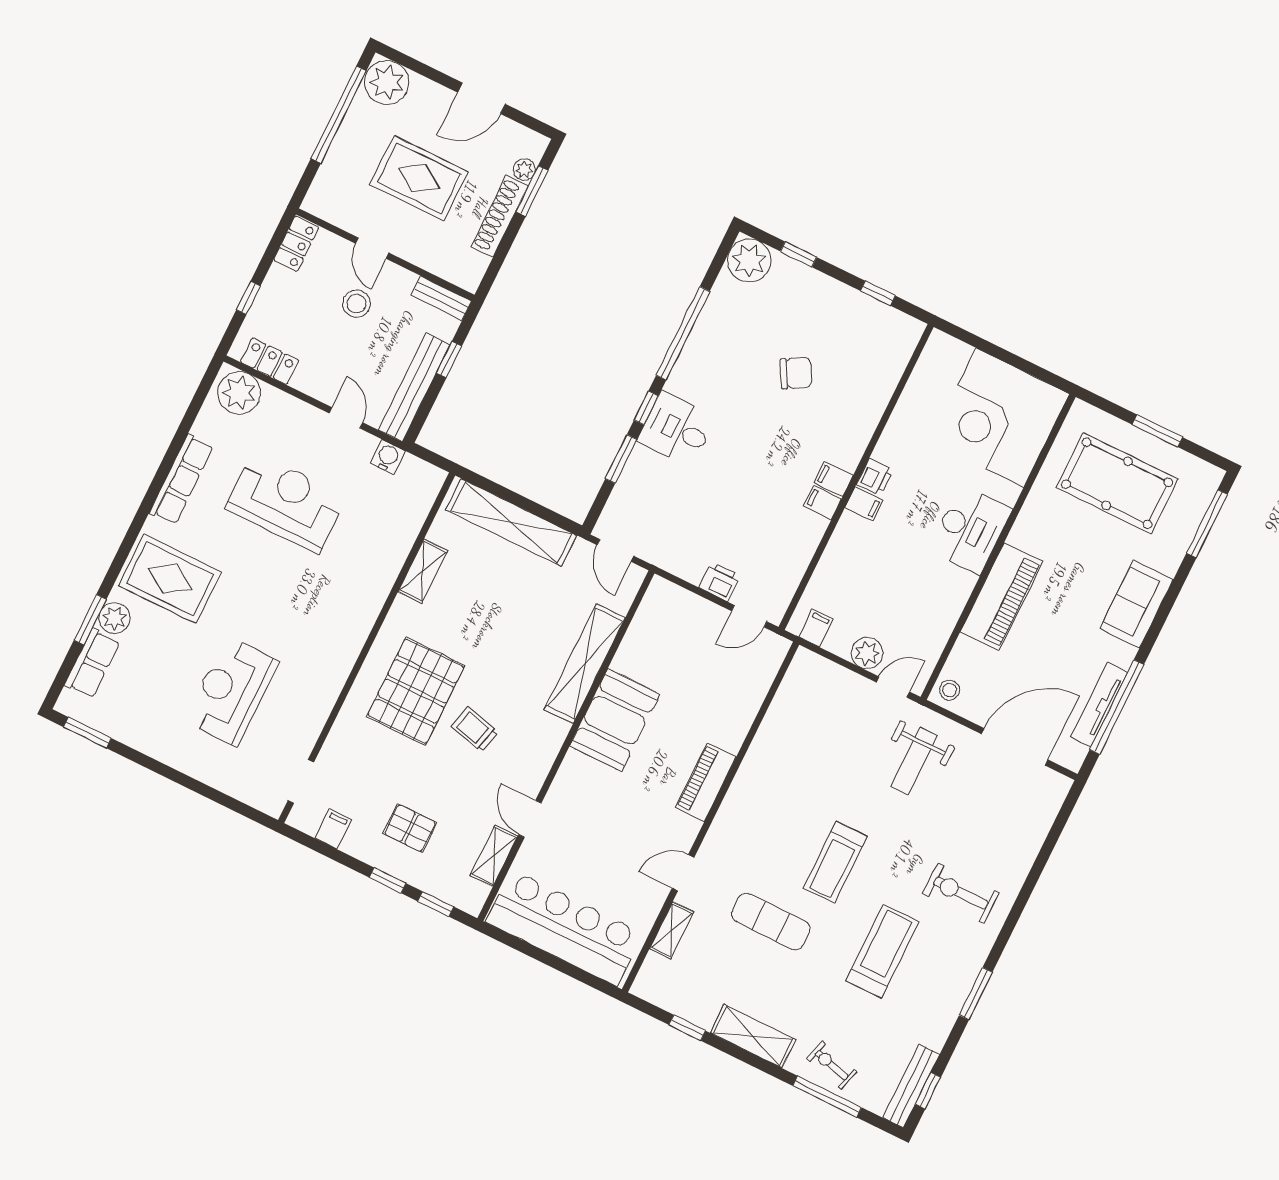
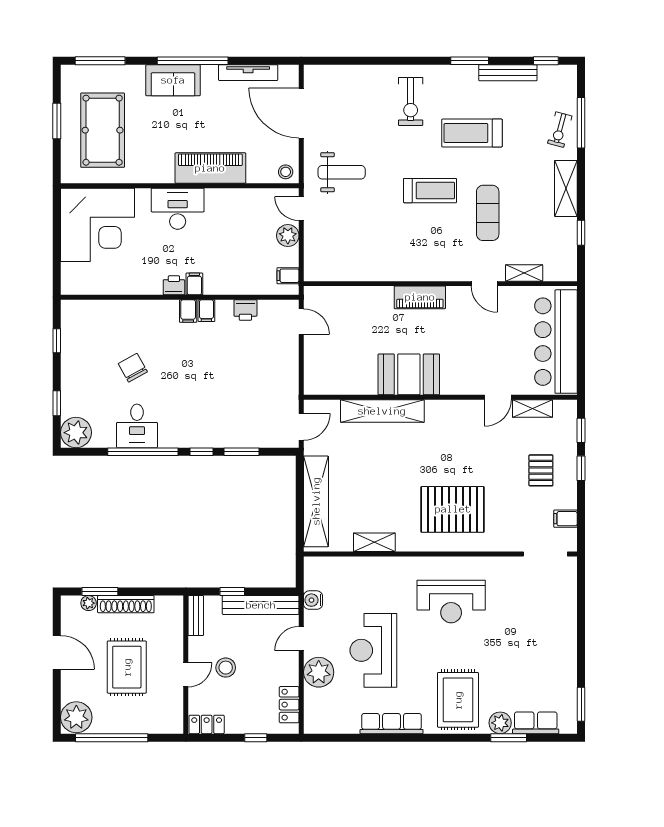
plant: (239, 393) -> (319, 672), moved
desk: (677, 429) -> (137, 426), moved
printer: (720, 582) -> (245, 310), moved, turned -90
reception desk: (232, 691) -> (451, 602), moved
window: (1117, 707) -> (193, 61), moved
trolley: (475, 729) -> (458, 460), removed
doorway: (301, 781) -> (545, 554), width x1.38
bench: (911, 1086) -> (508, 73), moved

